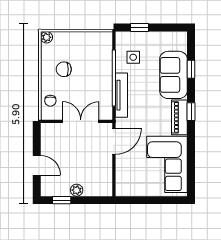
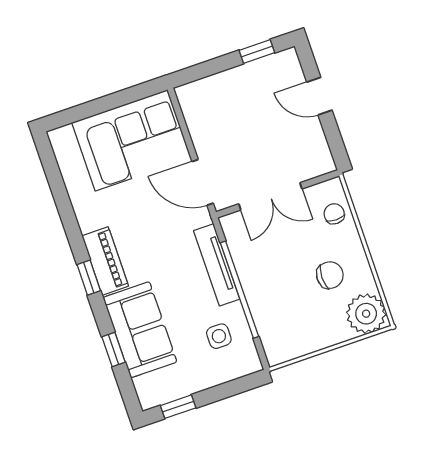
window: (140, 28) -> (178, 407), moved
plant: (47, 37) -> (366, 314), width x1.88, depth x1.88
door: (114, 141) -> (203, 182), hinge flipped
corner sofa: (167, 164) -> (131, 140), moved, turned 90
plant: (77, 190) -> (237, 77), removed

